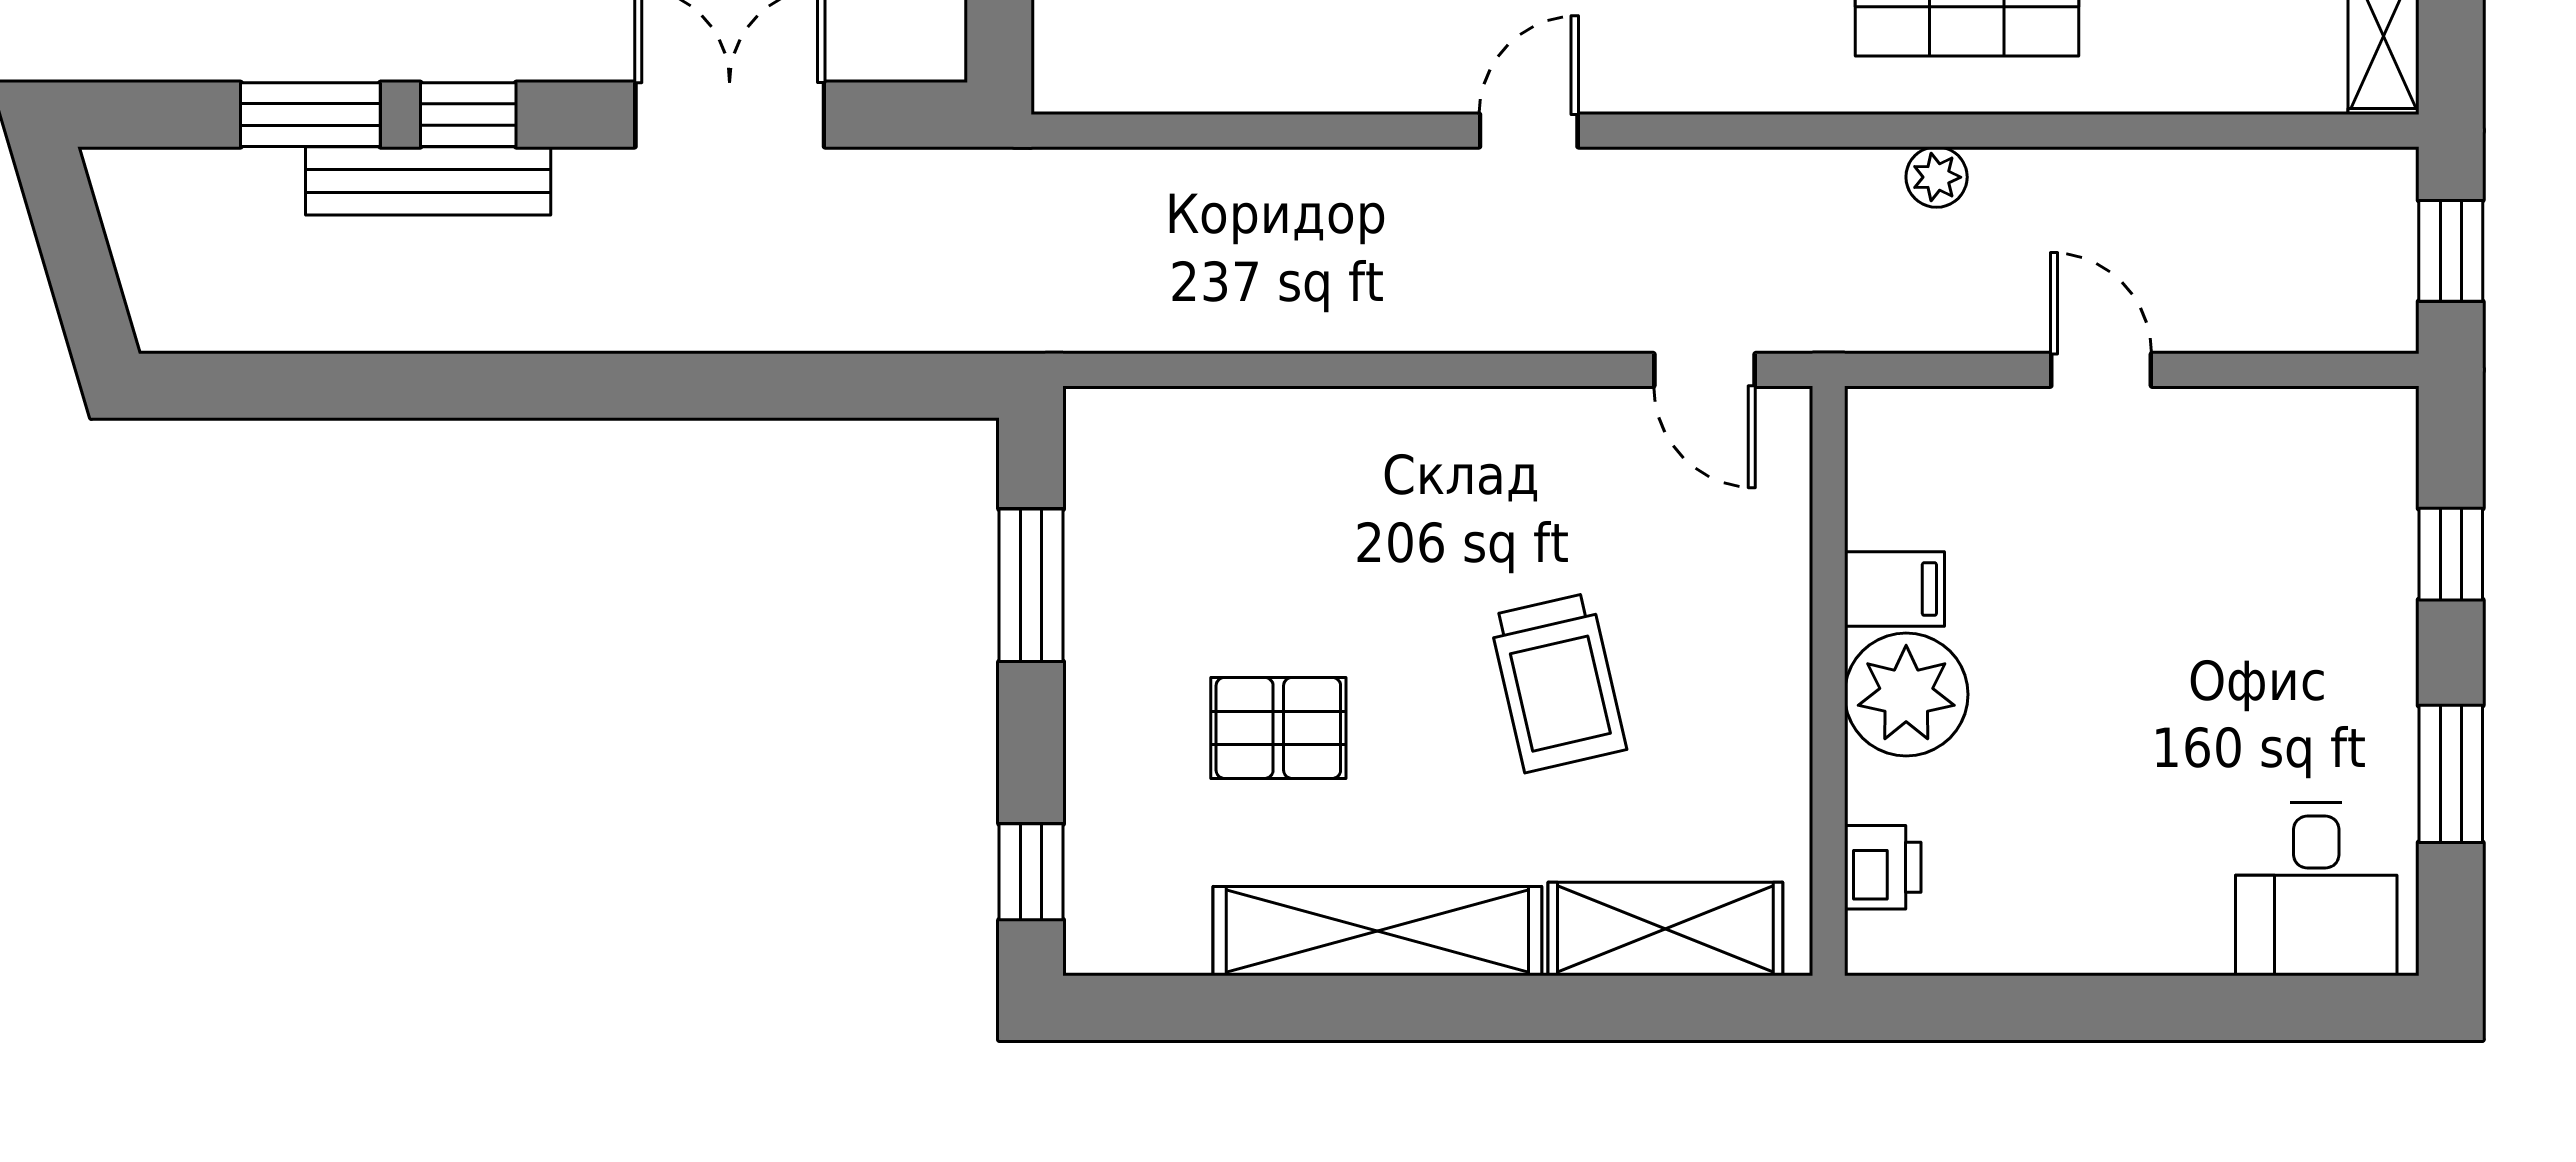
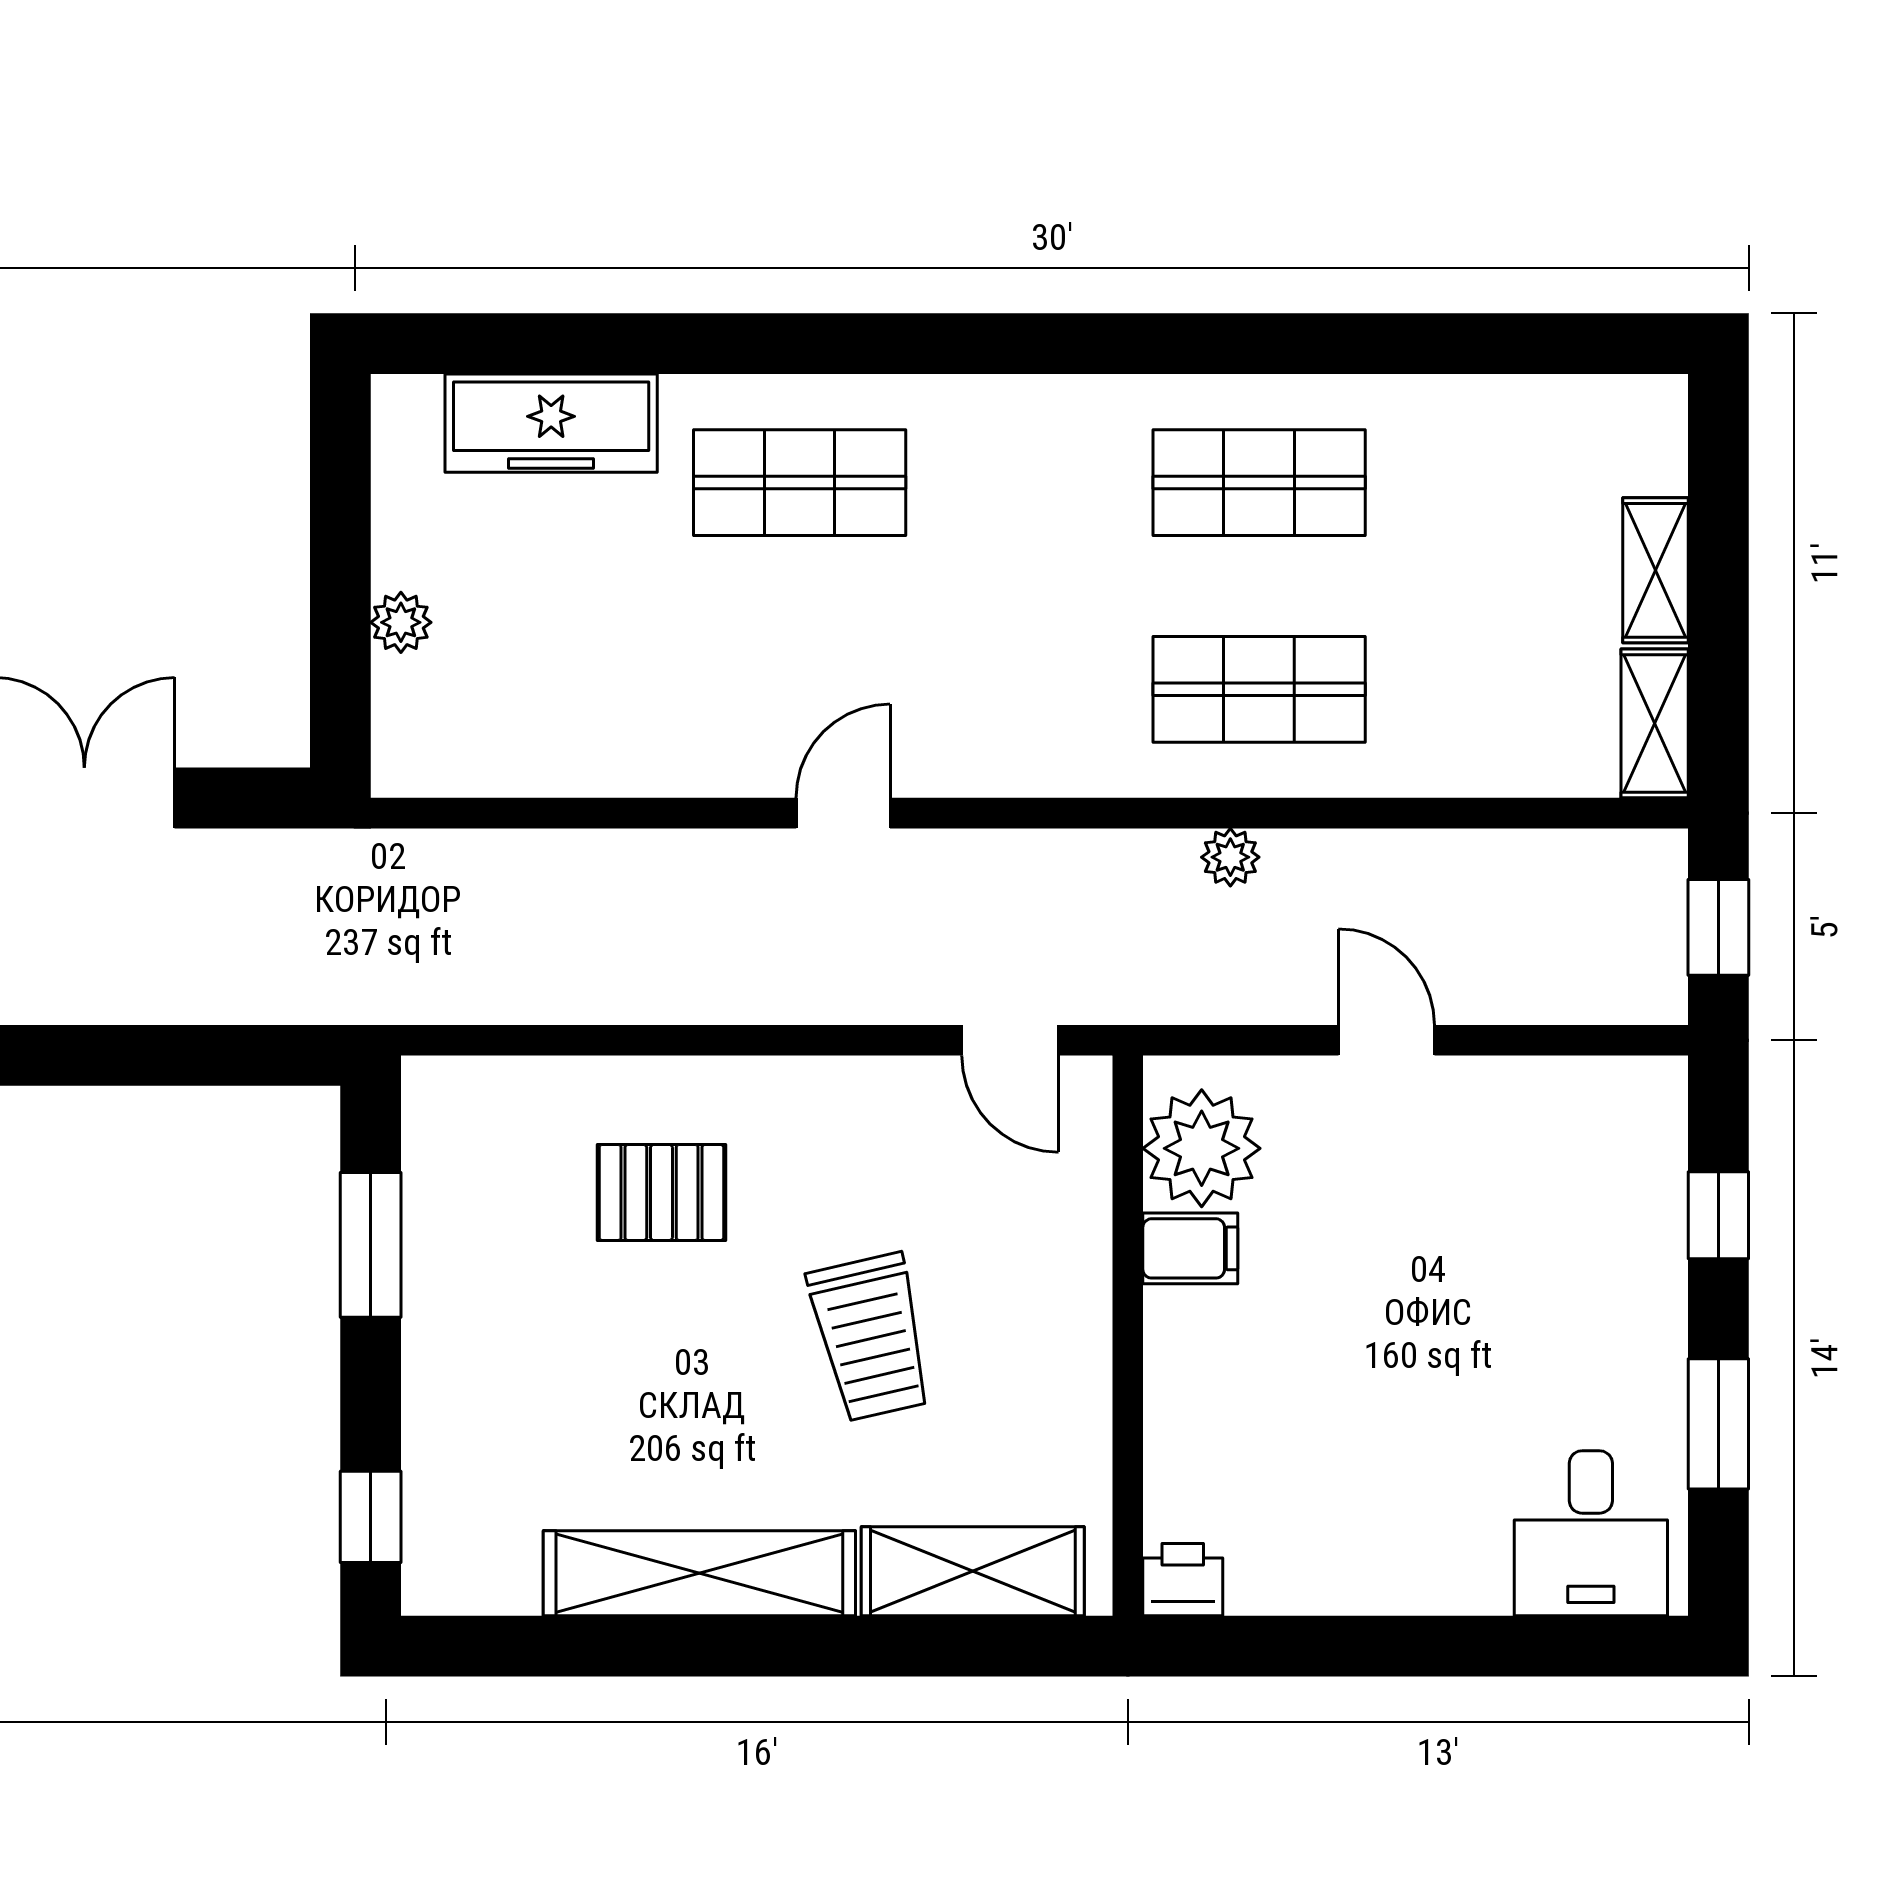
plant: (1906, 694) -> (1202, 1148), moved
pallet: (1278, 728) -> (661, 1192), moved
printer: (1883, 867) -> (1183, 1580), moved, turned -90

